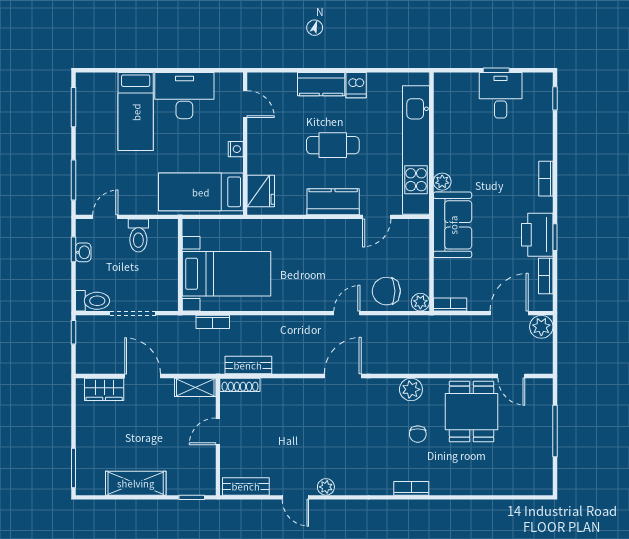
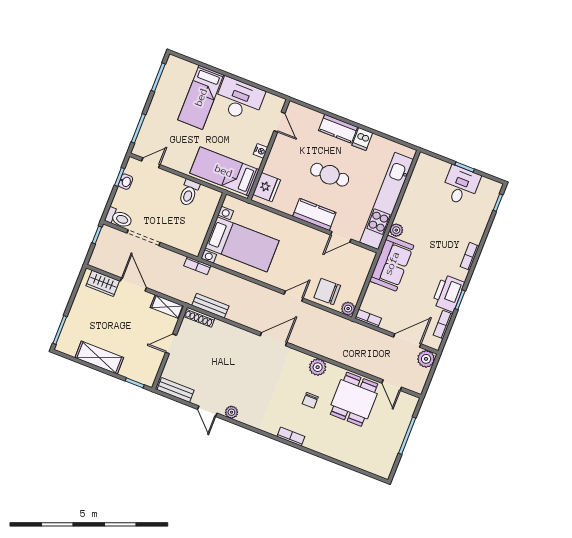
toilet: (138, 236) -> (189, 193), moved
wall: (180, 265) -> (212, 226), moved
bed with nightstands: (226, 274) -> (242, 244), moved

